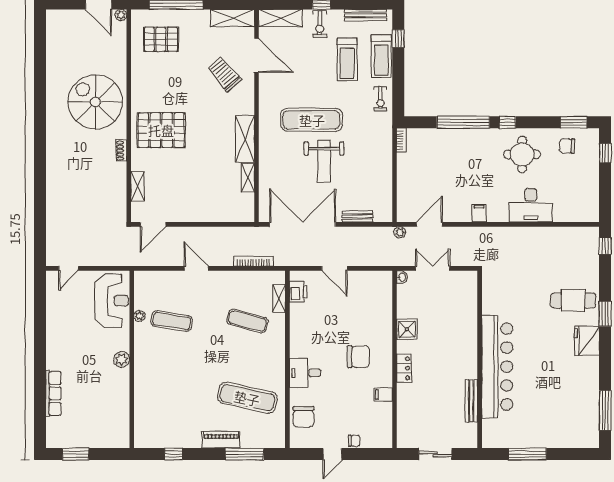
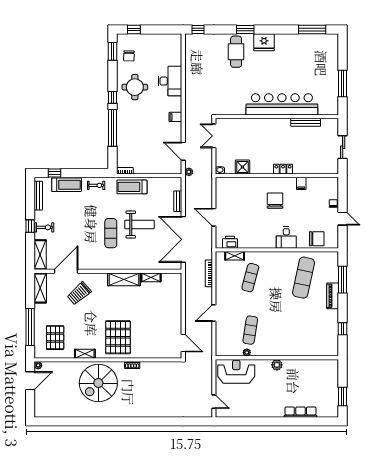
treadmill: (347, 59) -> (132, 187), moved, turned 180
exercise mat: (312, 120) -> (111, 233), width x0.73, depth x0.69
shelving: (138, 186) -> (85, 354), moved
door: (334, 268) -> (214, 217), swing flipped
double door: (433, 268) -> (214, 136), moved
shower: (407, 329) -> (242, 167), moved

